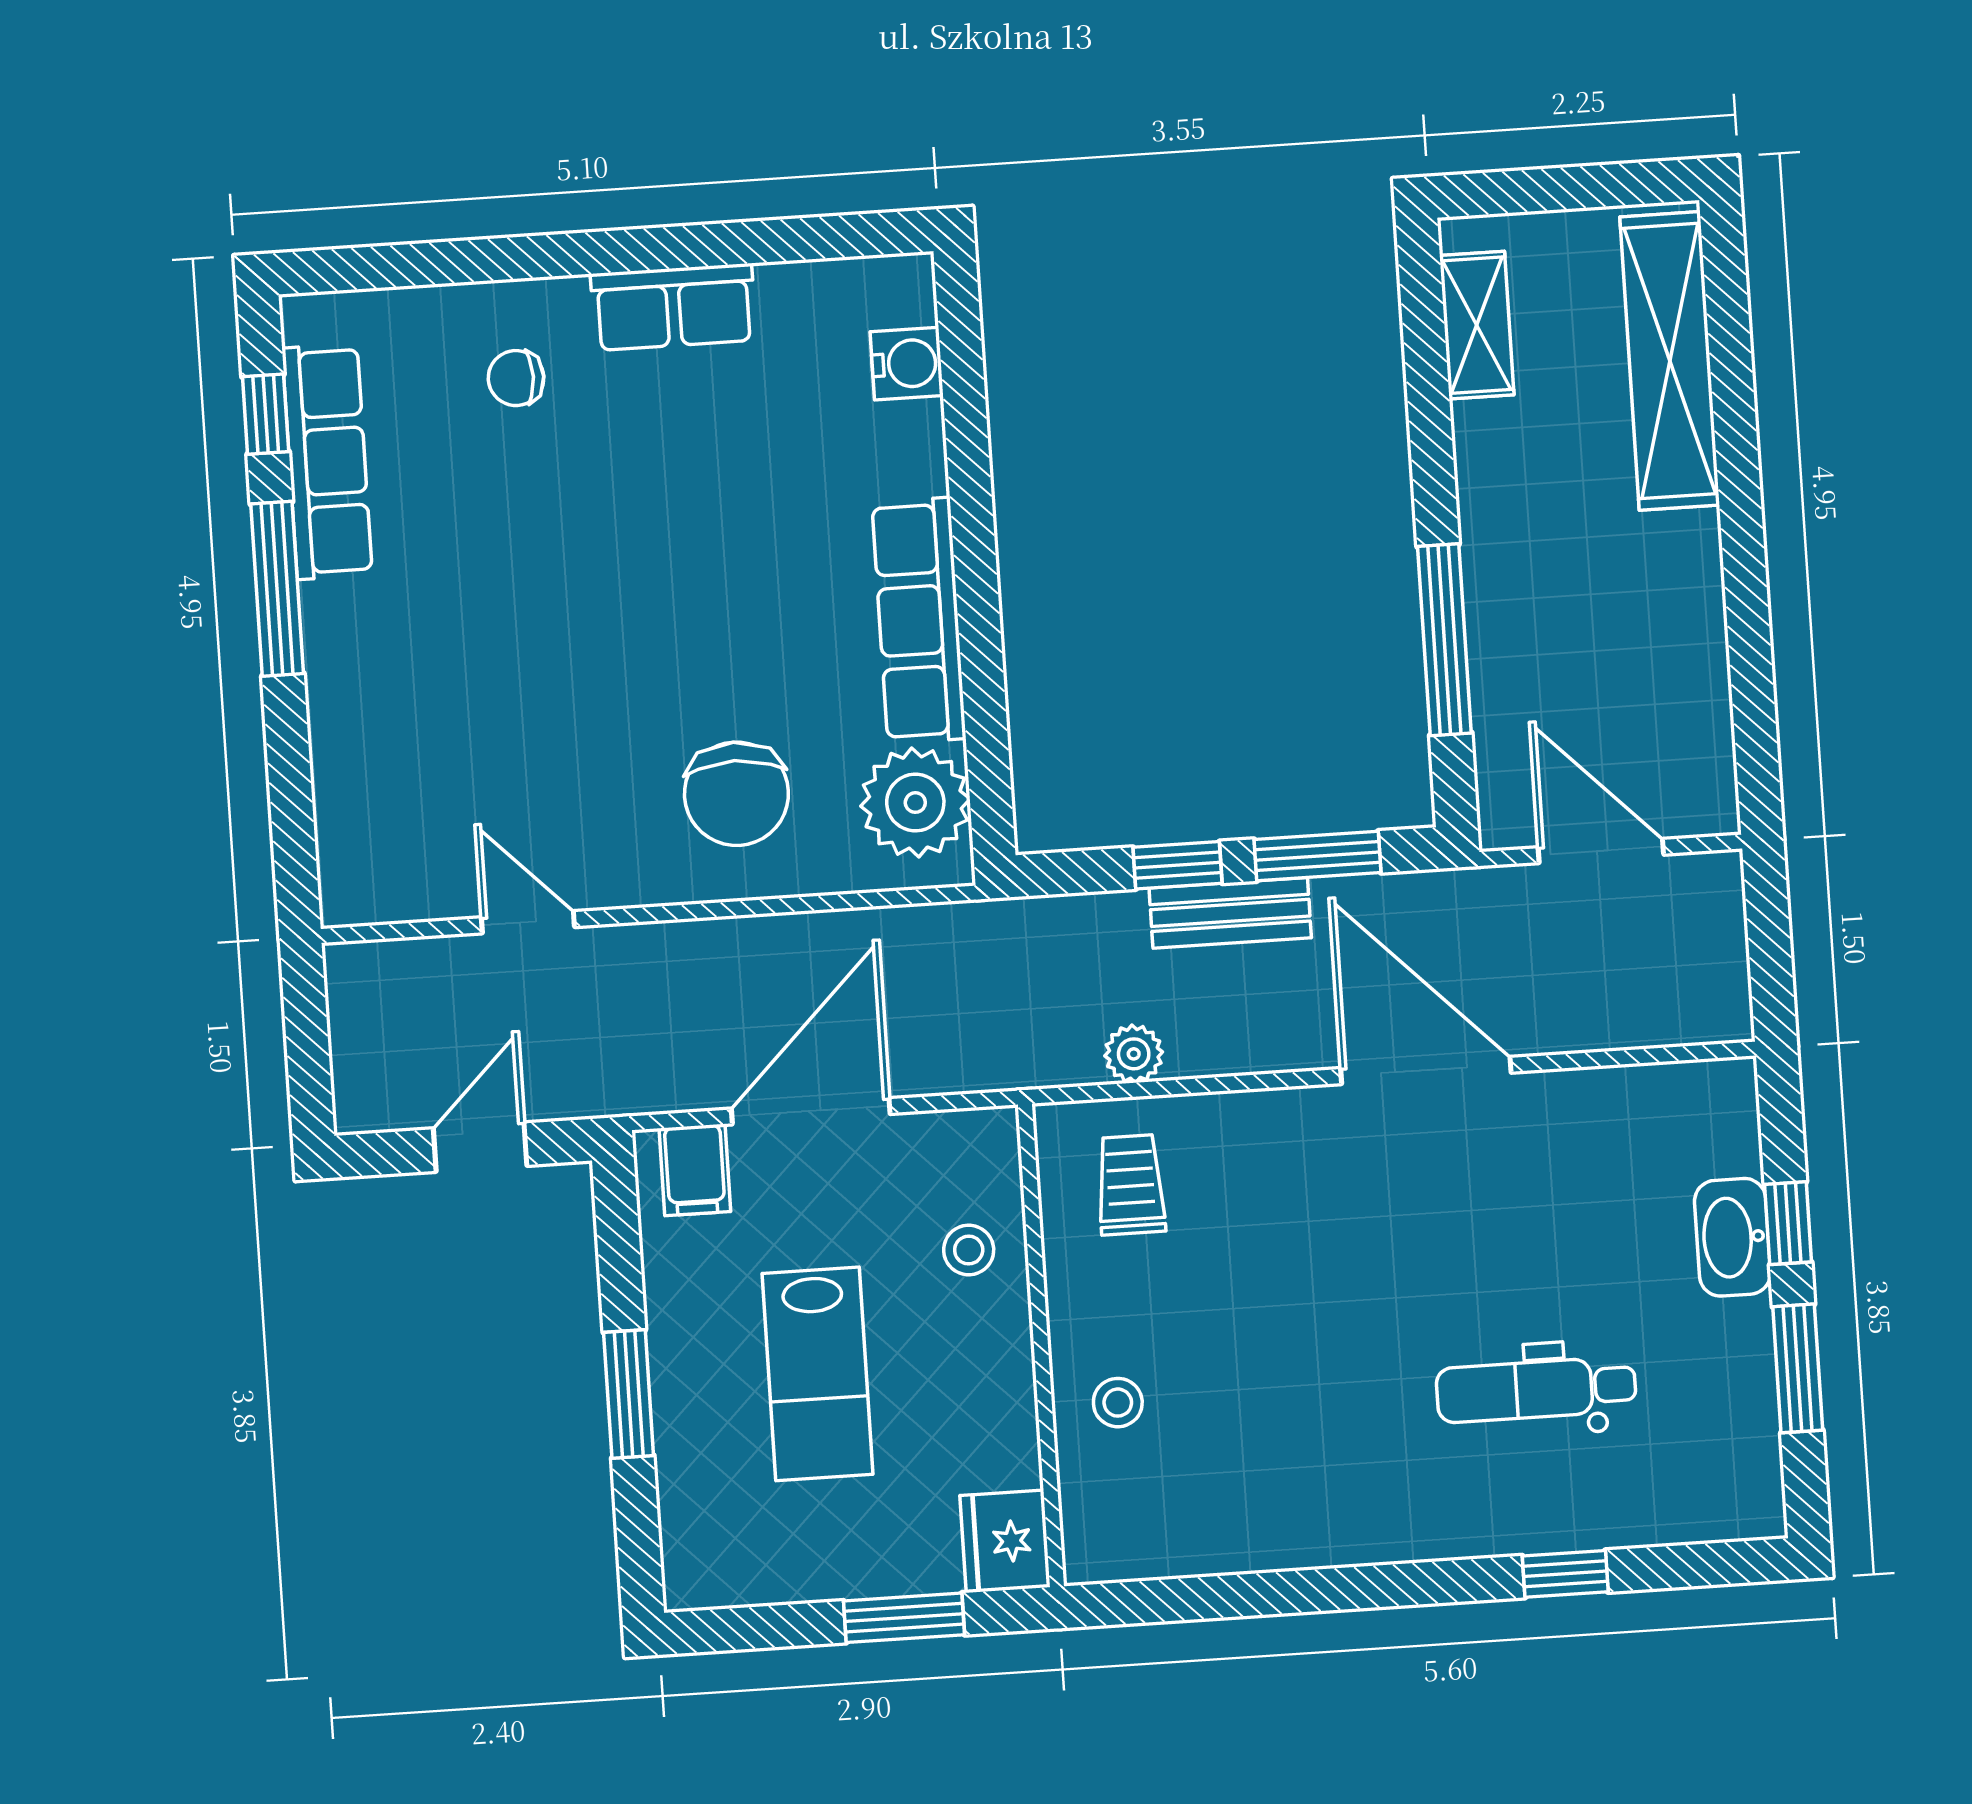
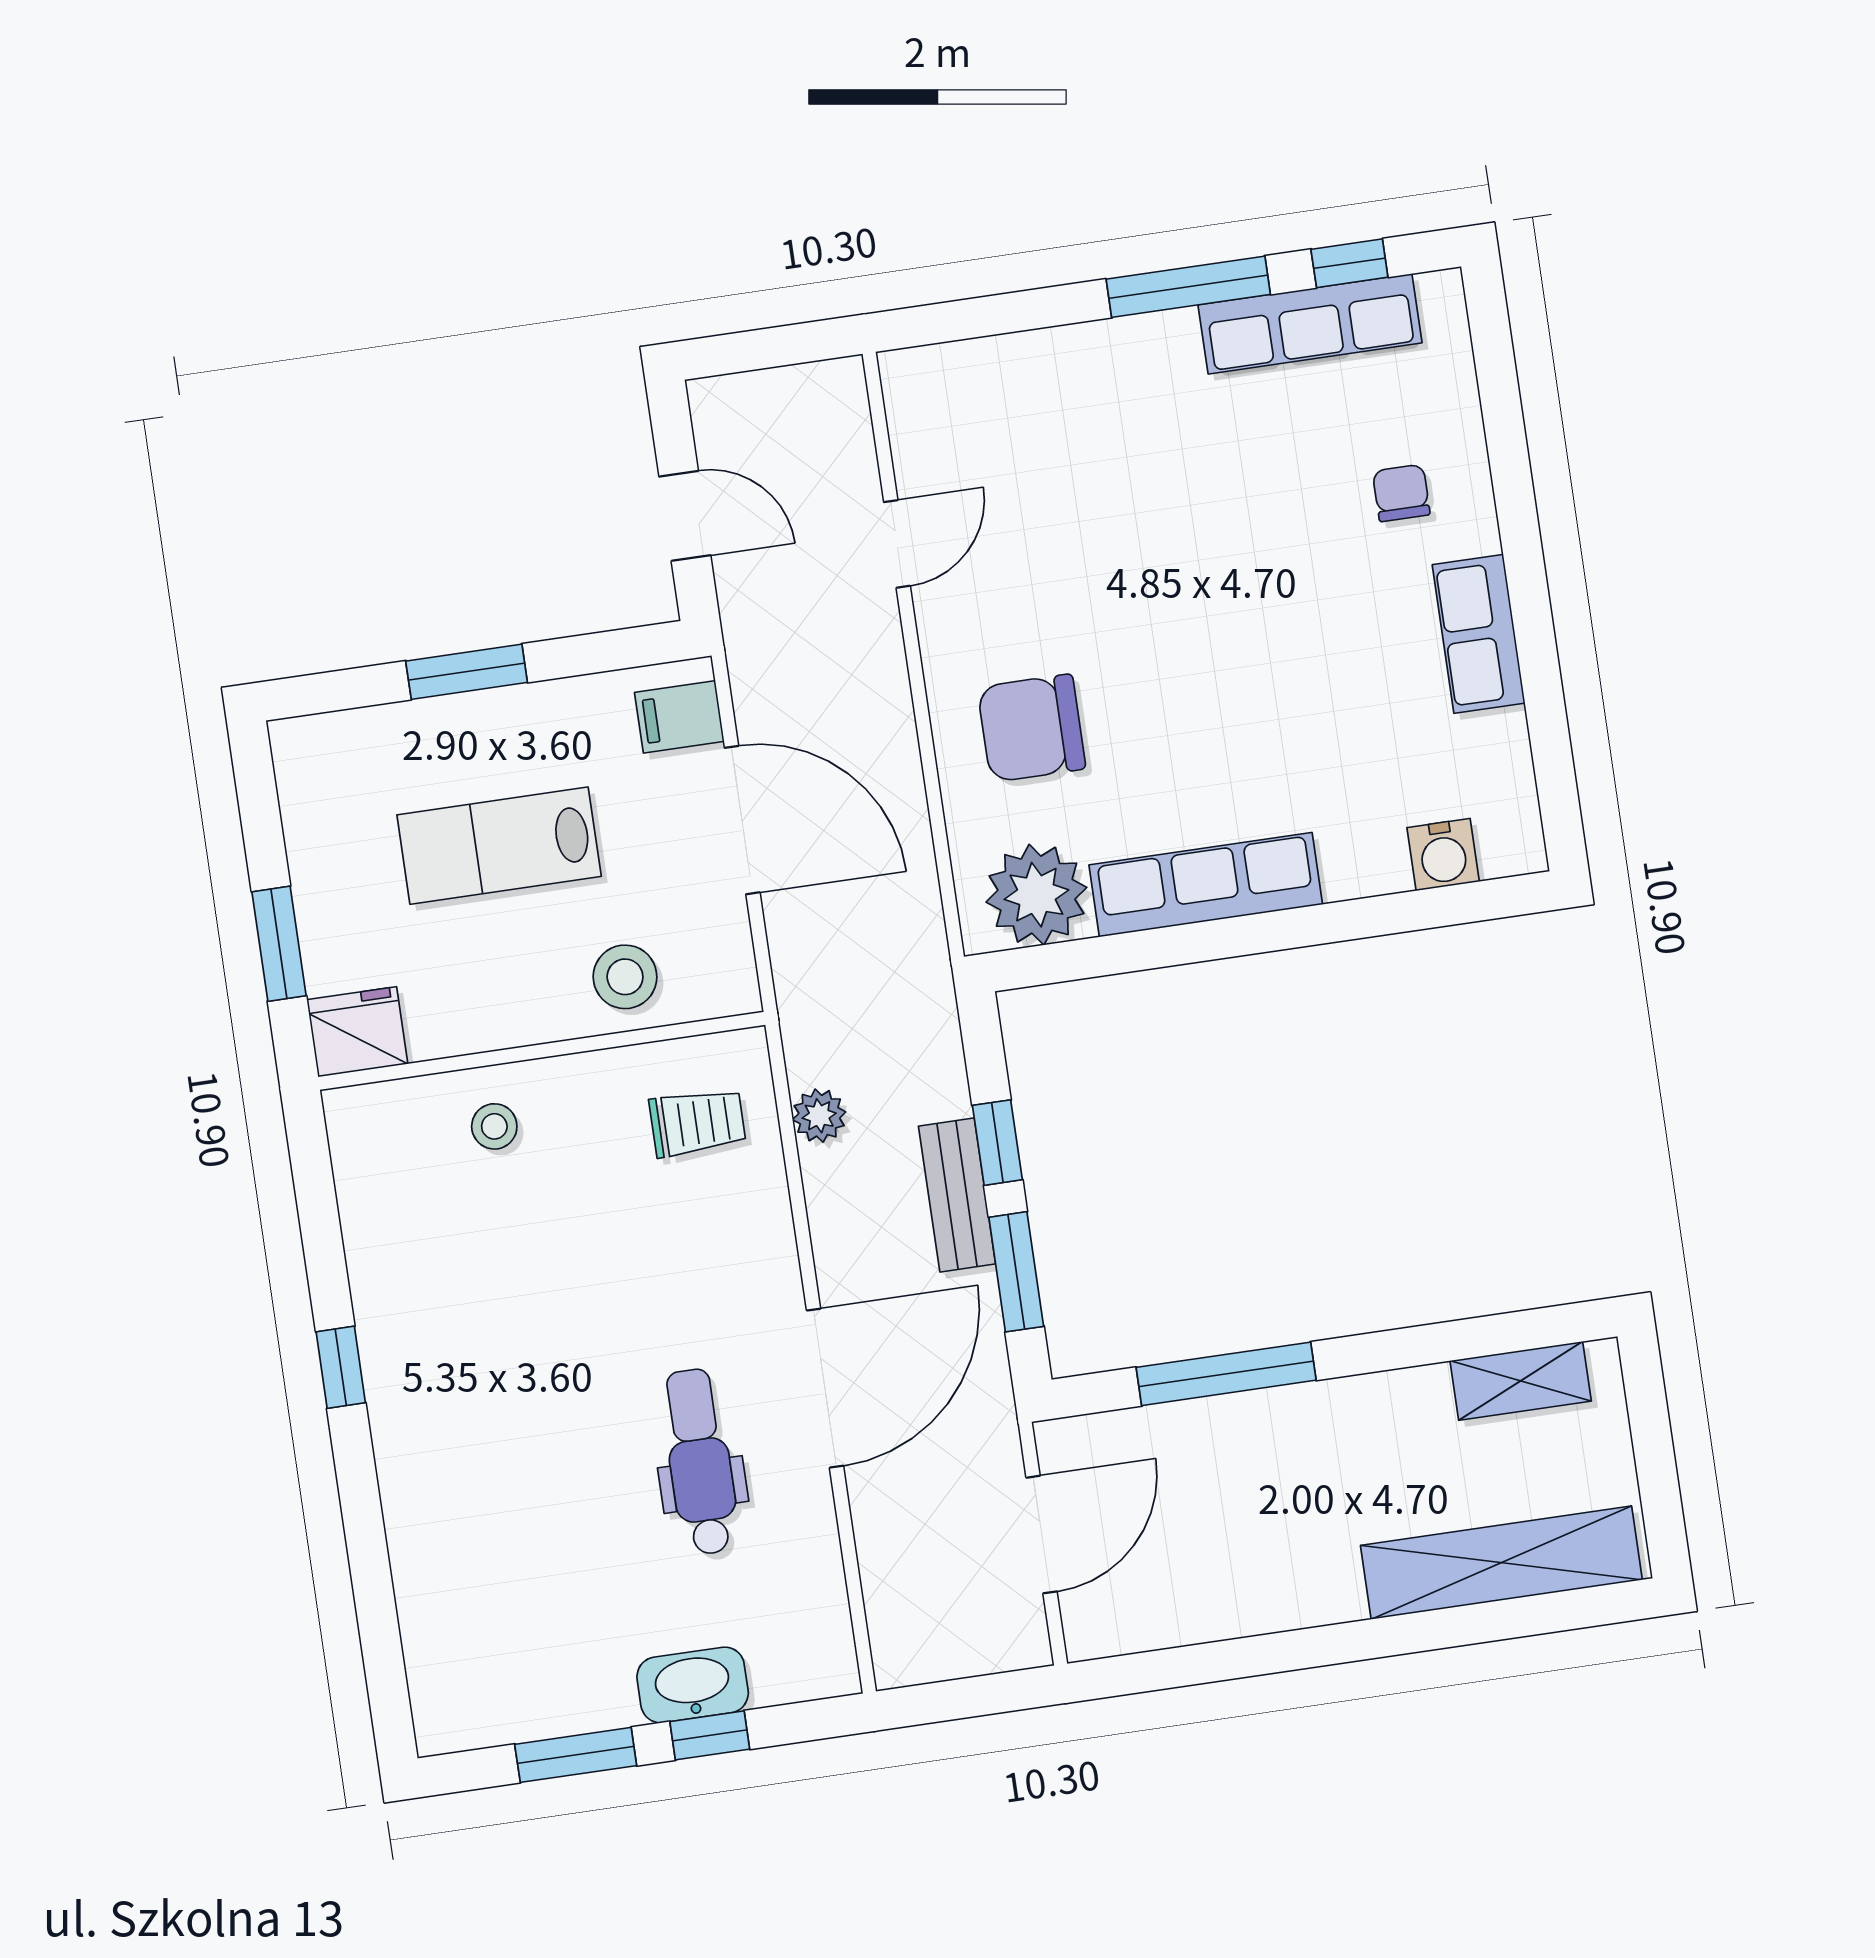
stool: (969, 1250) -> (625, 977), width x1.37, depth x1.37
dental chair: (1536, 1390) -> (700, 1462), moved
window: (1565, 1574) -> (341, 1367), moved

